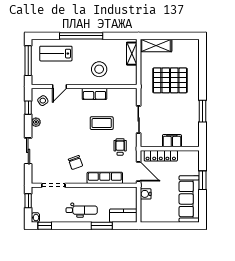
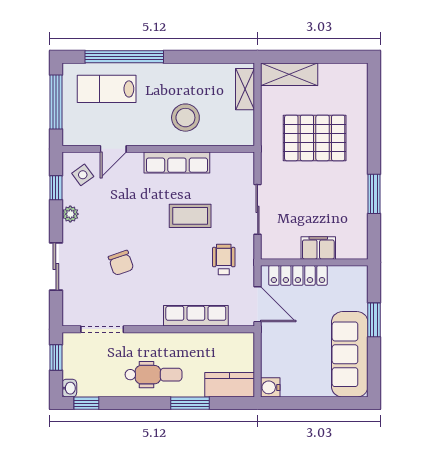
window: (81, 36) -> (124, 57), moved
row of seats: (94, 94) -> (177, 163), width x1.48
chair: (75, 162) -> (121, 263), moved
water cooler: (146, 194) -> (270, 387), moved

